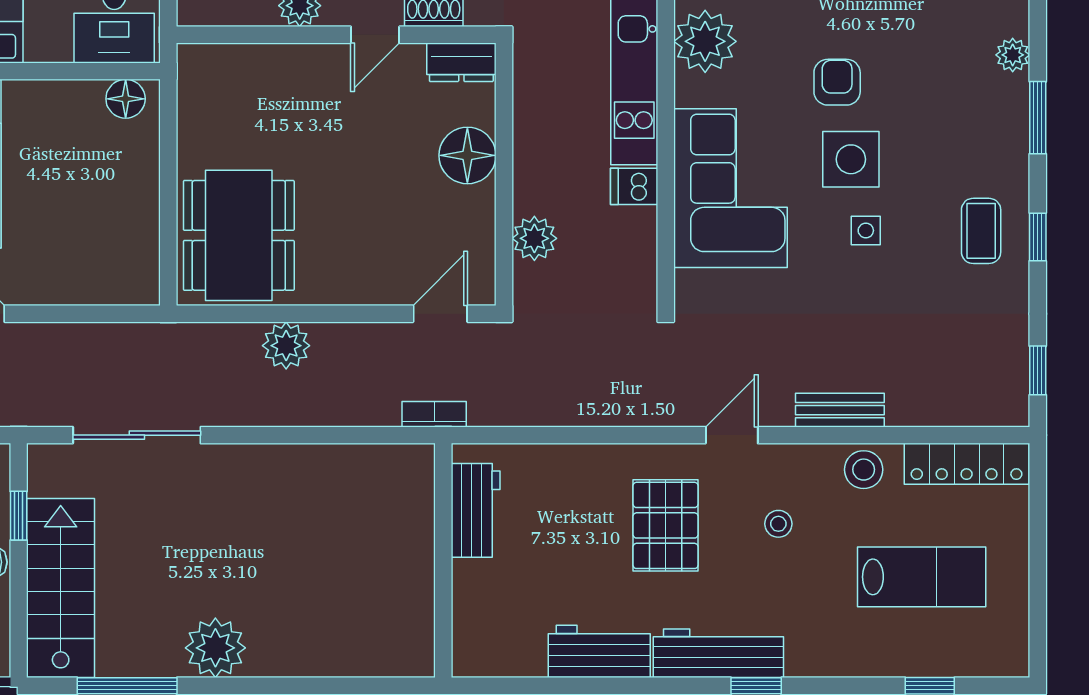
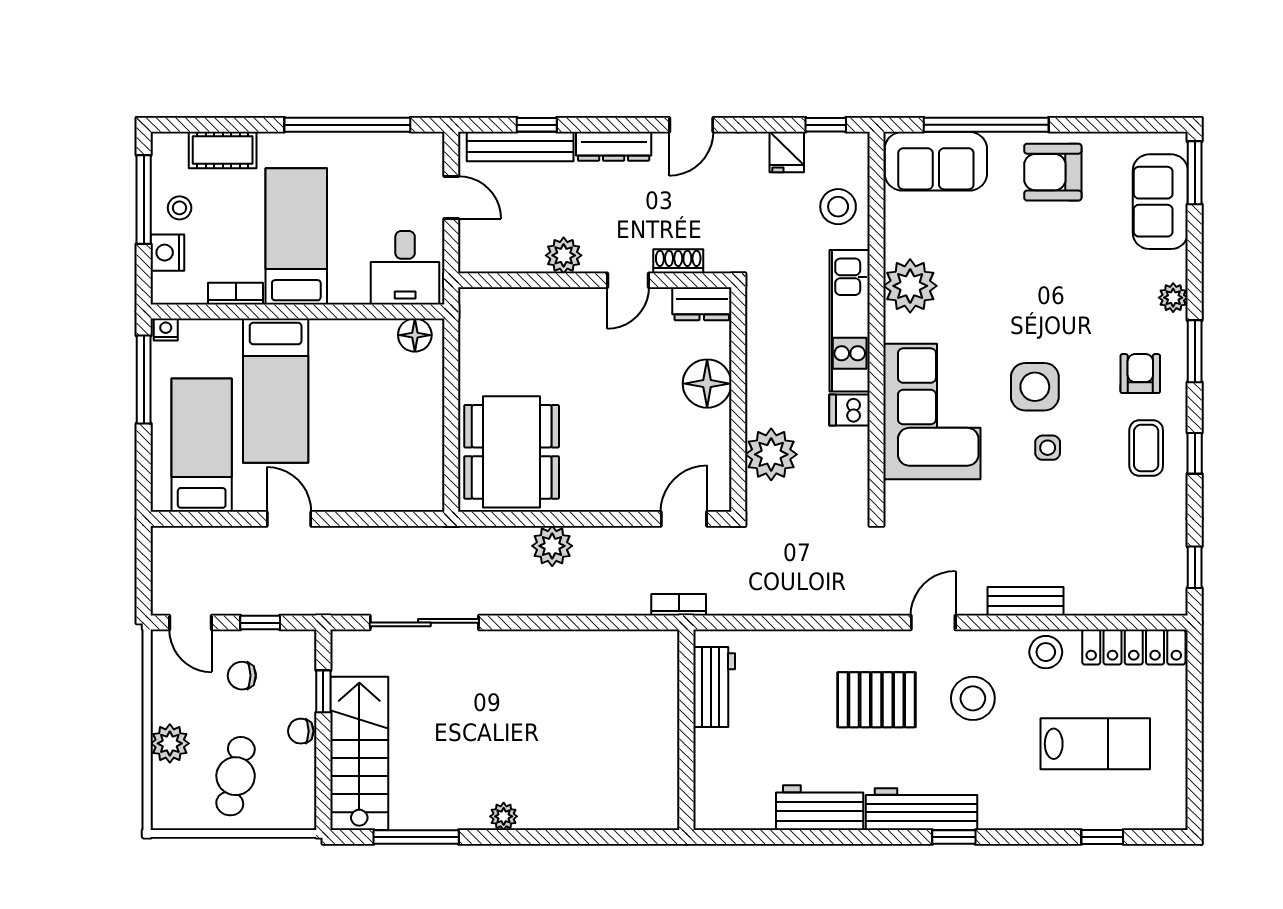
armchair: (837, 82) -> (1140, 374), moved
plant: (534, 238) -> (771, 454), width x1.36, depth x1.36
stool: (778, 524) -> (973, 698), width x1.89, depth x1.89
pallet: (666, 525) -> (876, 700), turned 90
plant: (215, 648) -> (504, 816), width x0.53, depth x0.53

